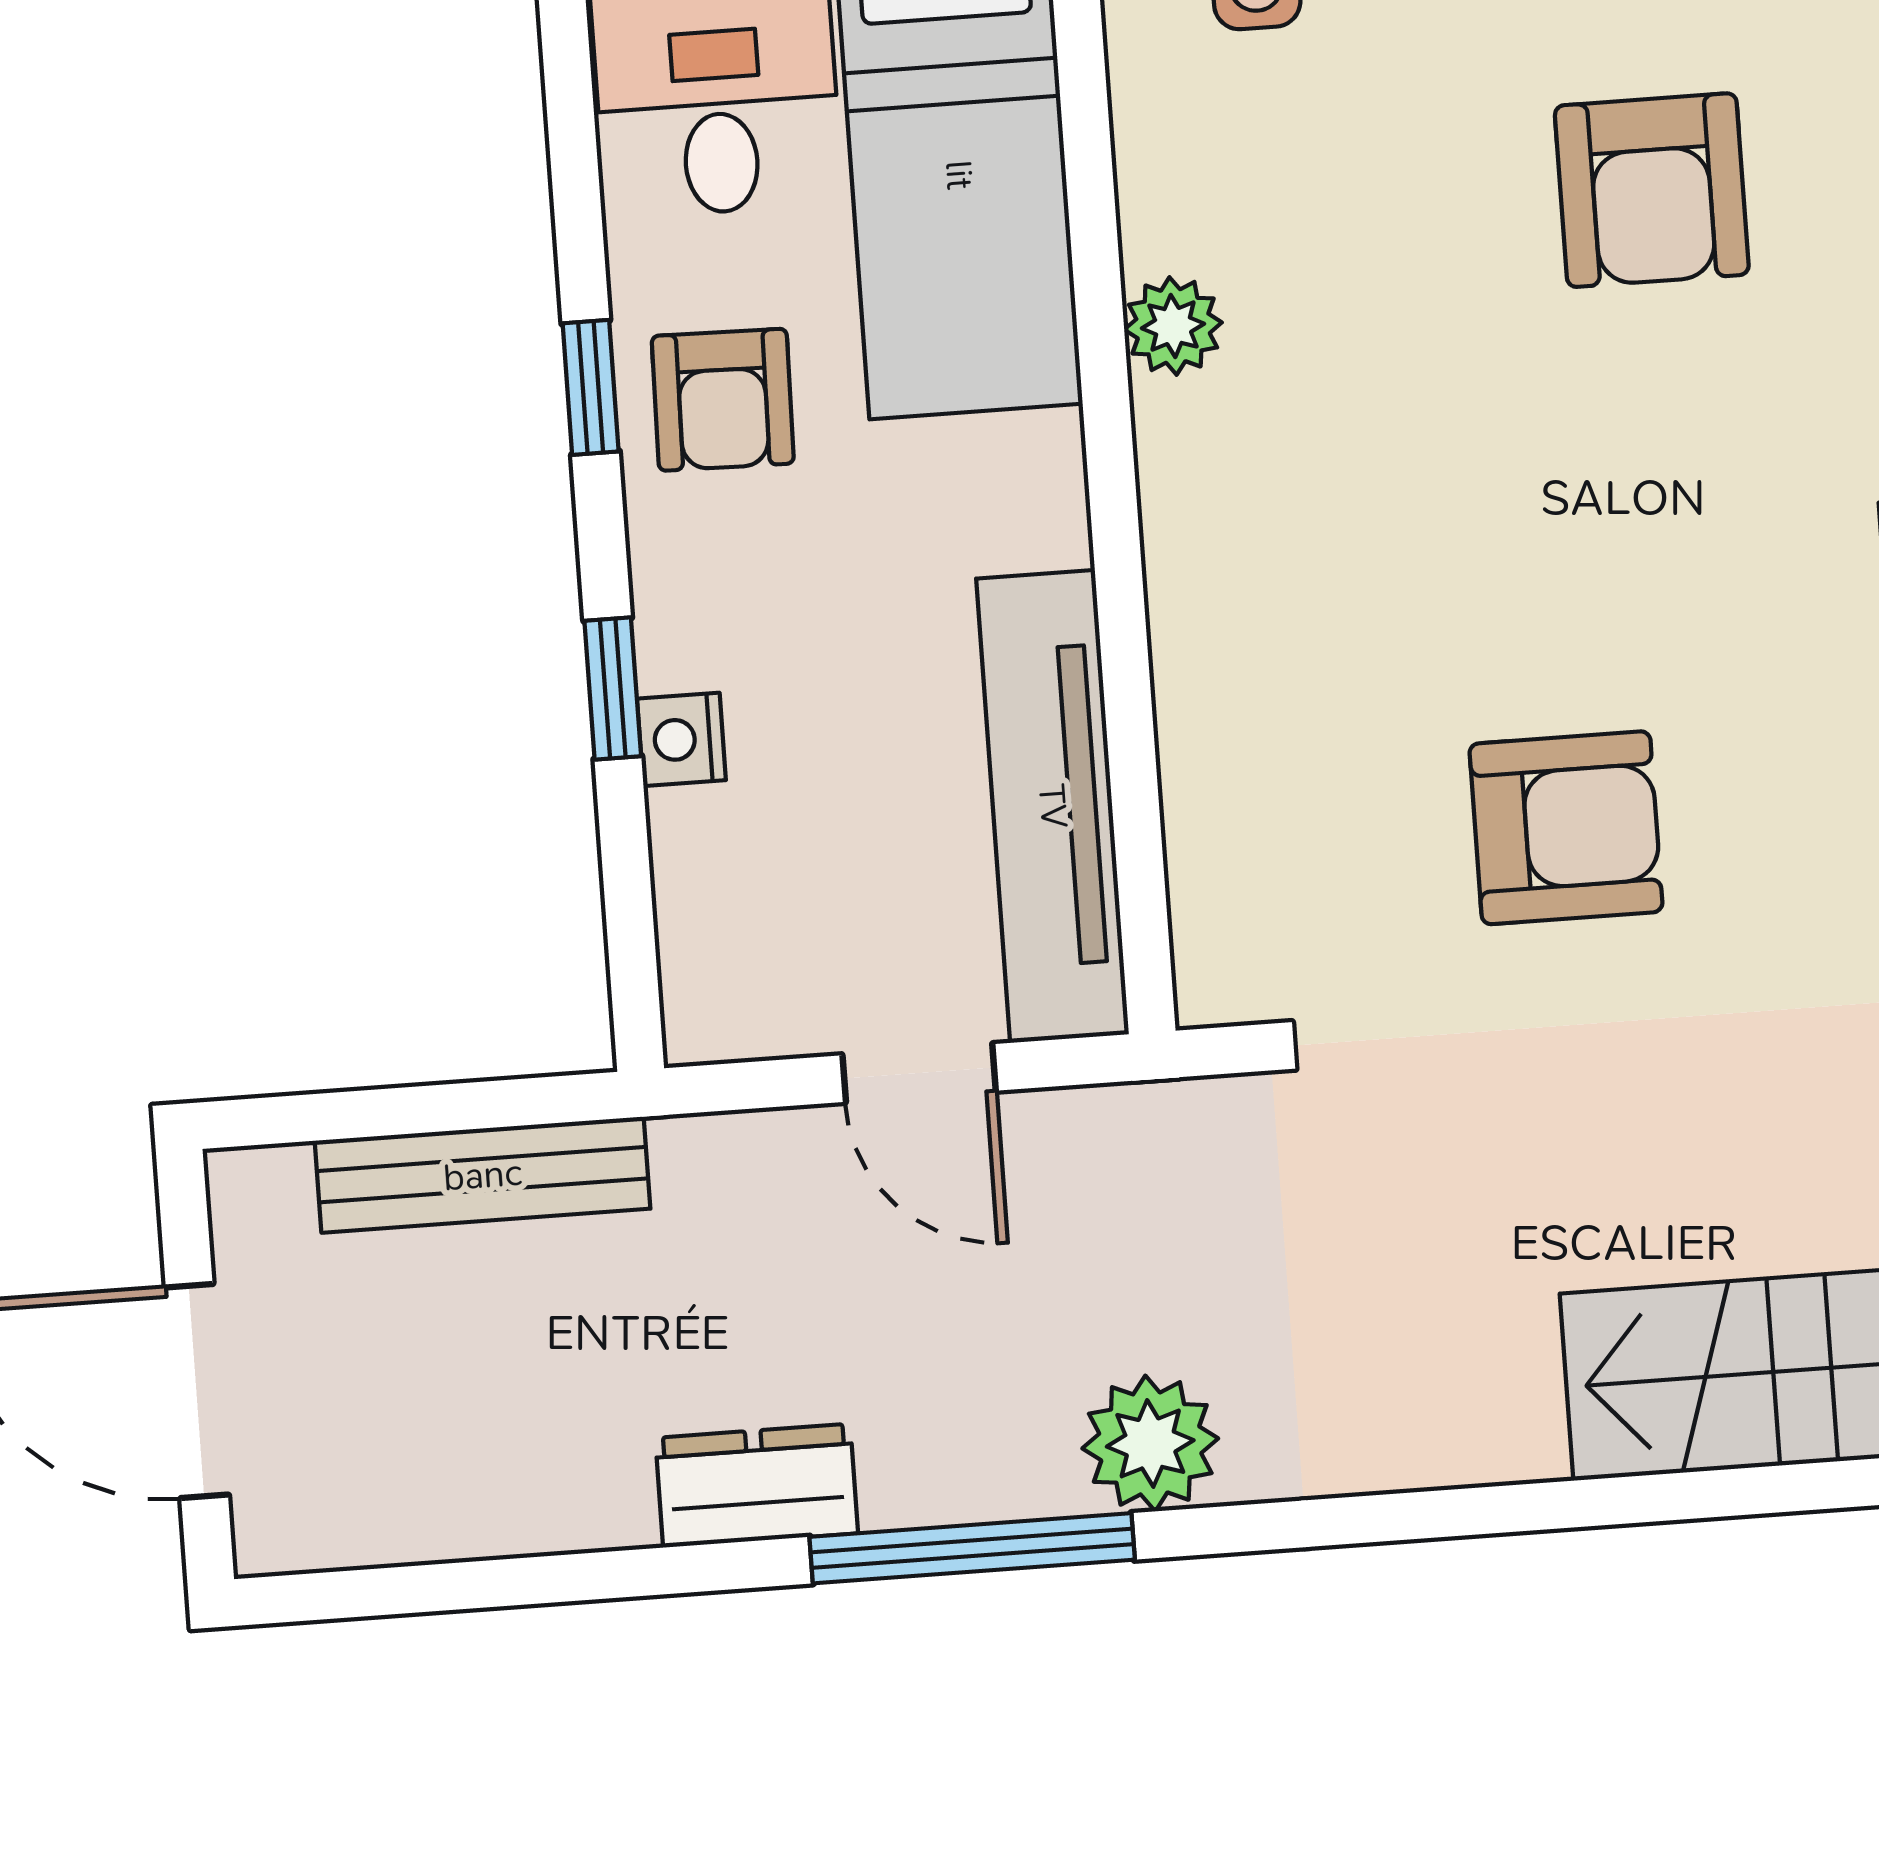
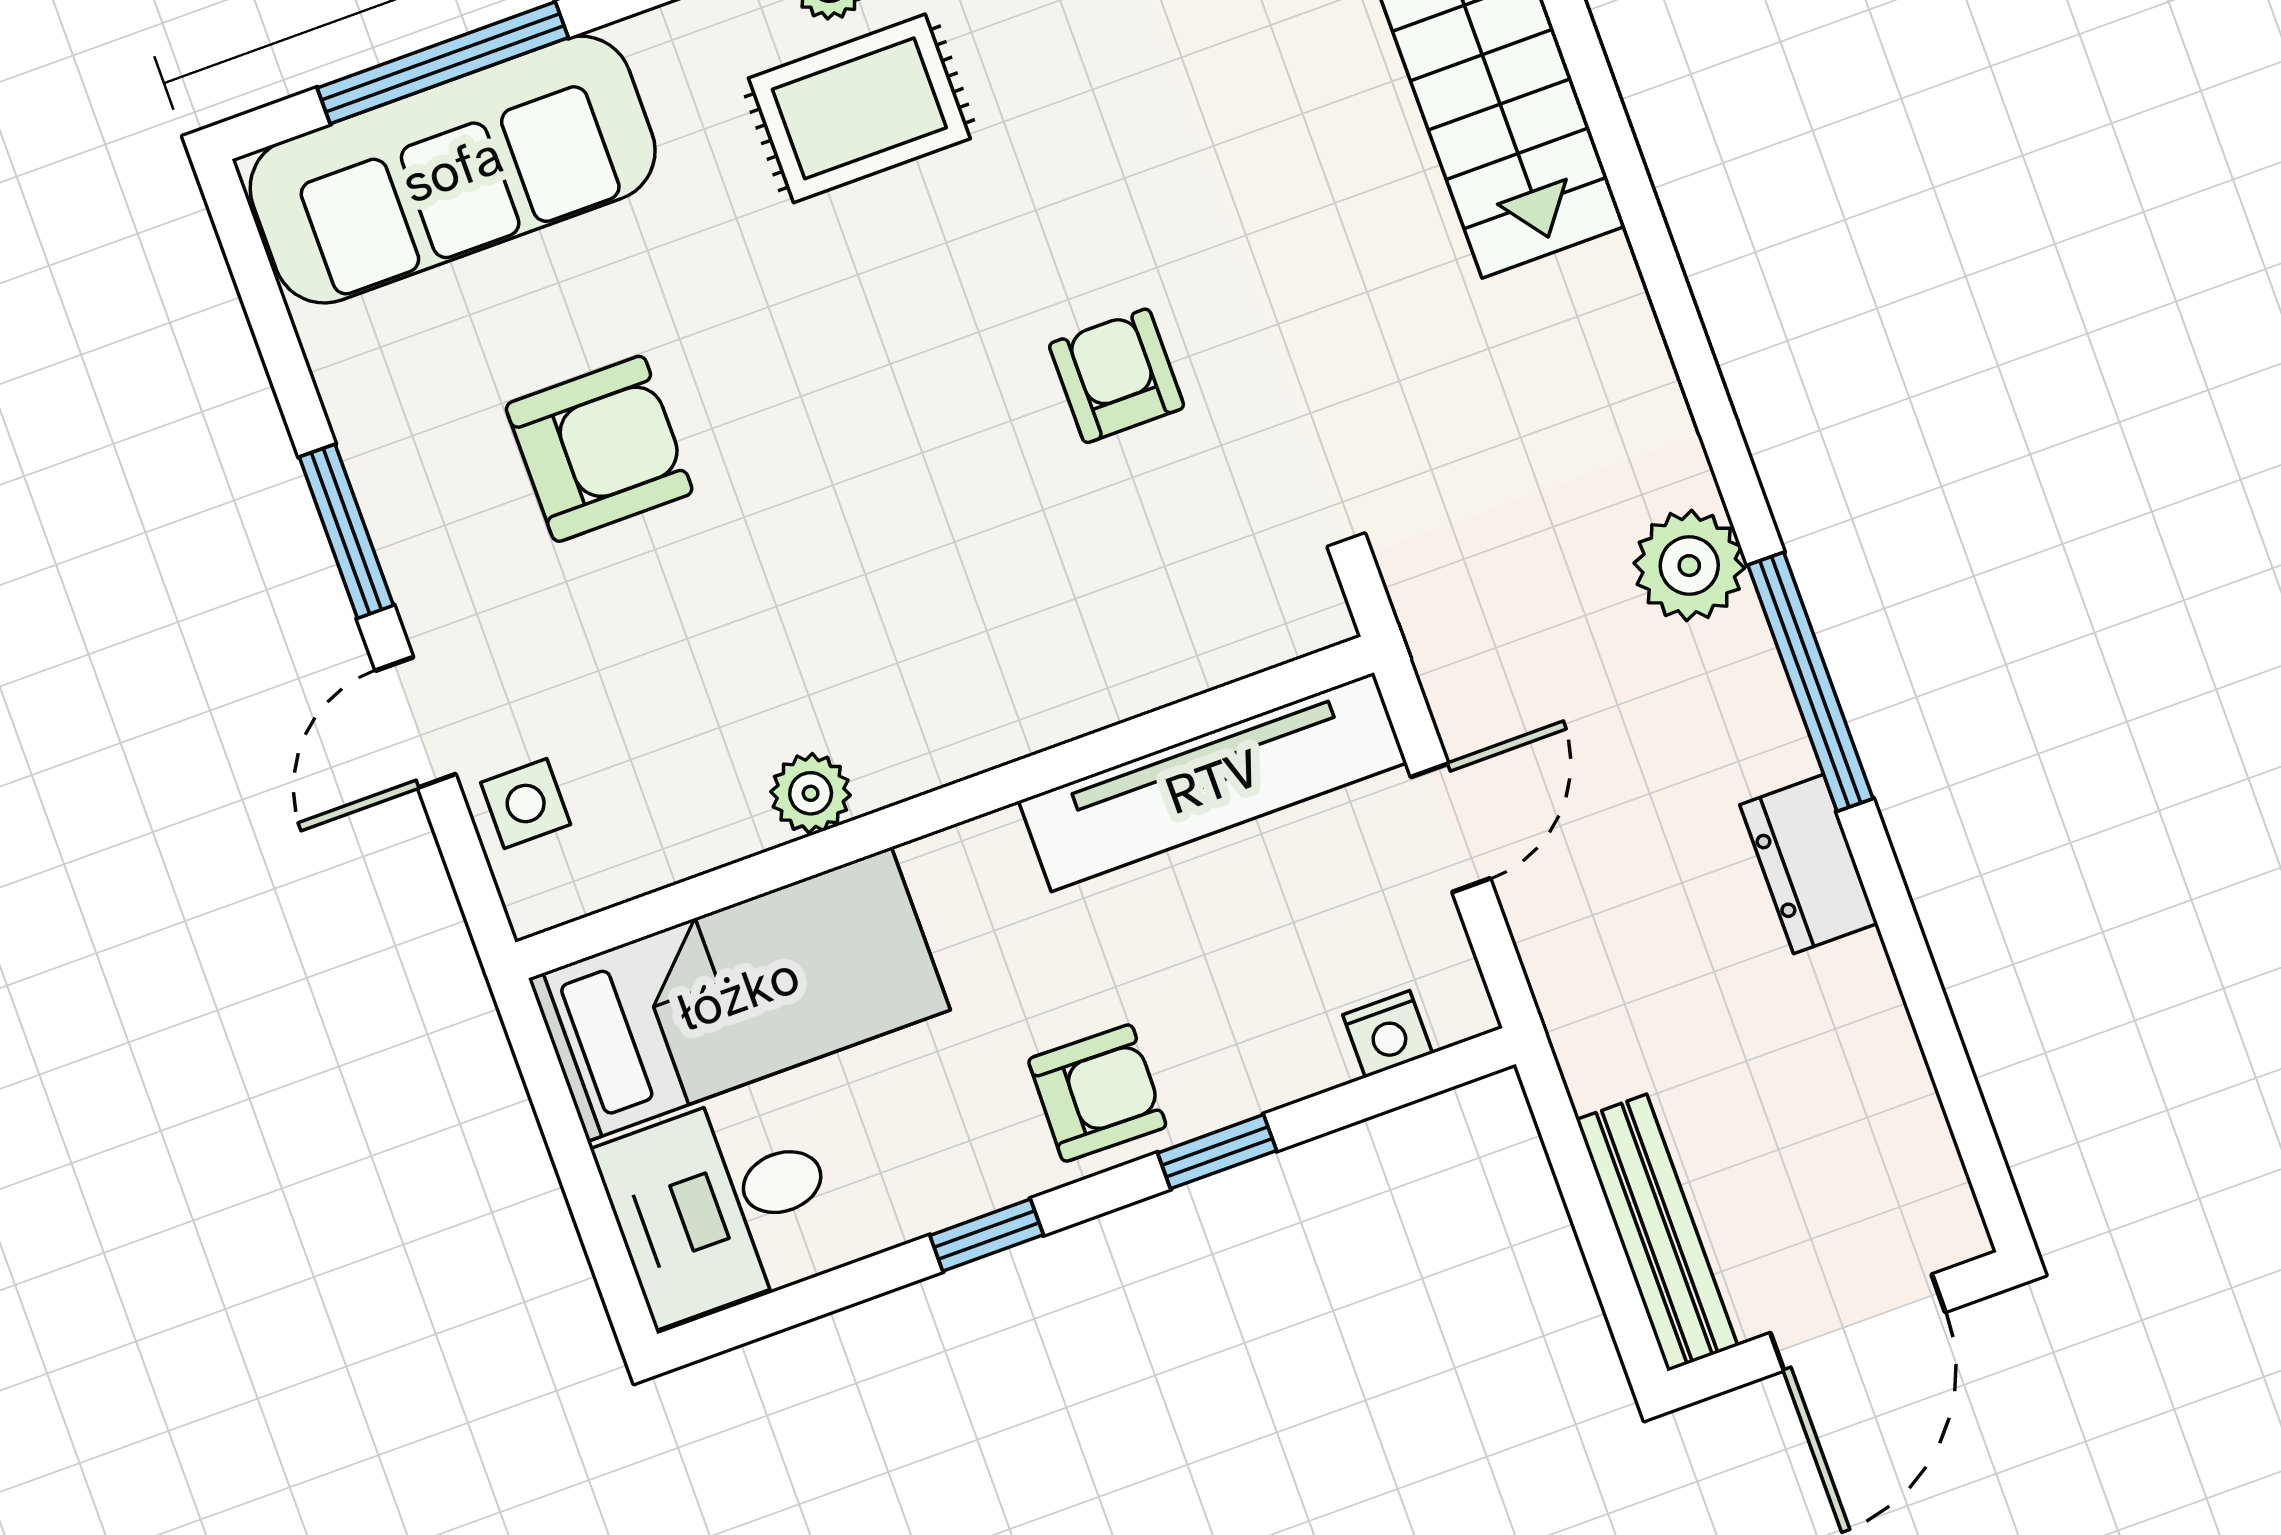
armchair: (723, 400) -> (1097, 1093), moved
nightstand: (681, 739) -> (1388, 1034), moved
armchair: (1566, 828) -> (1117, 376), width x0.72, depth x0.72
bench: (483, 1175) -> (1657, 1233), moved

